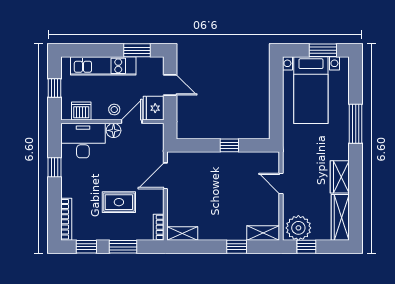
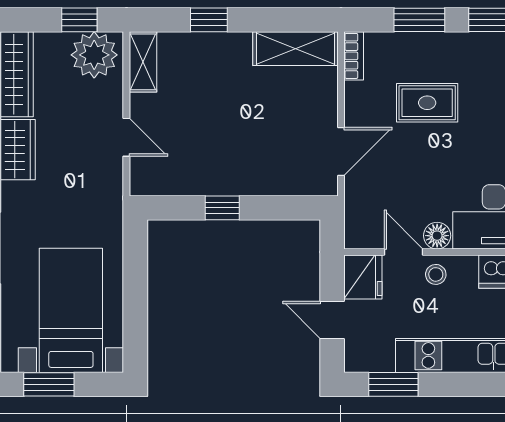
door: (132, 122) -> (403, 252), swing flipped
shelving: (263, 233) -> (143, 62), moved, turned 90
shelving: (182, 234) -> (295, 49), width x1.50, depth x1.33

